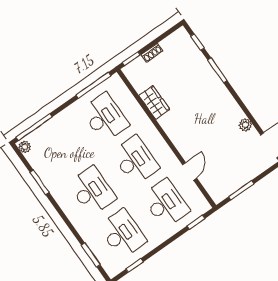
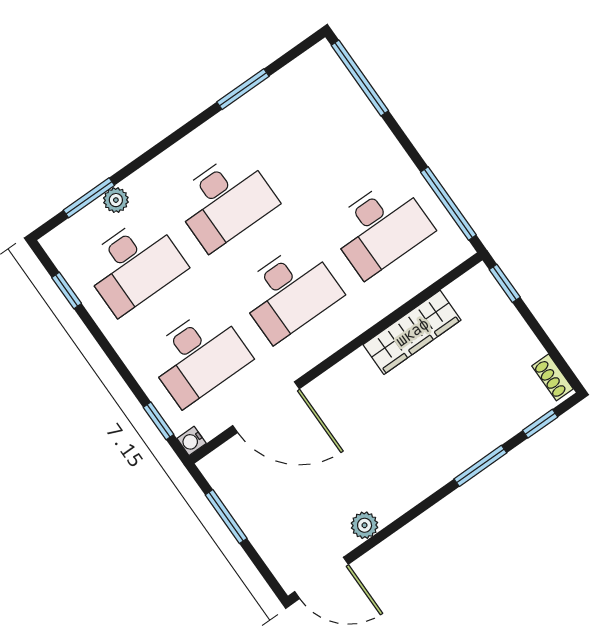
shoe rack: (152, 53) -> (552, 377), moved
wardrobe: (154, 102) -> (412, 332), width x1.50
plant: (25, 147) -> (116, 200), moved
door: (190, 171) -> (266, 407), width x1.87
water cooler: (206, 207) -> (192, 441), added

